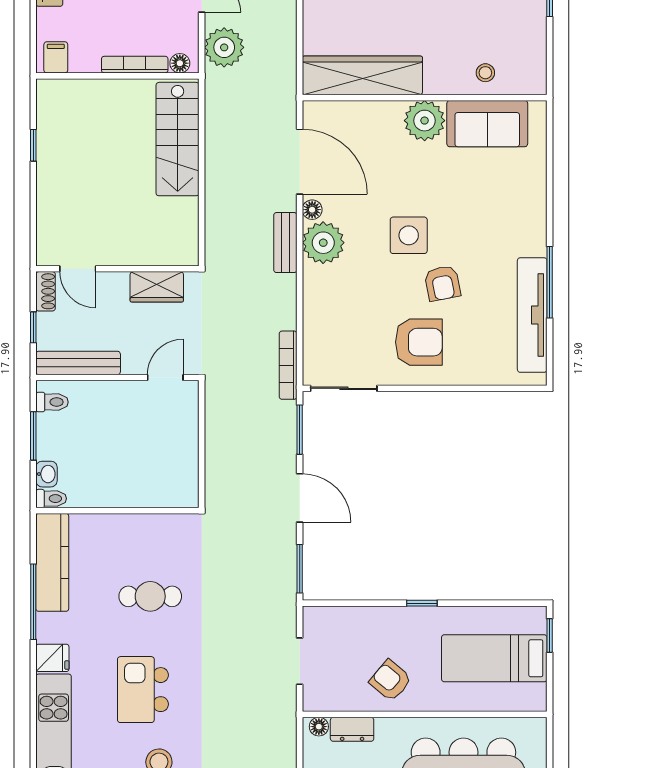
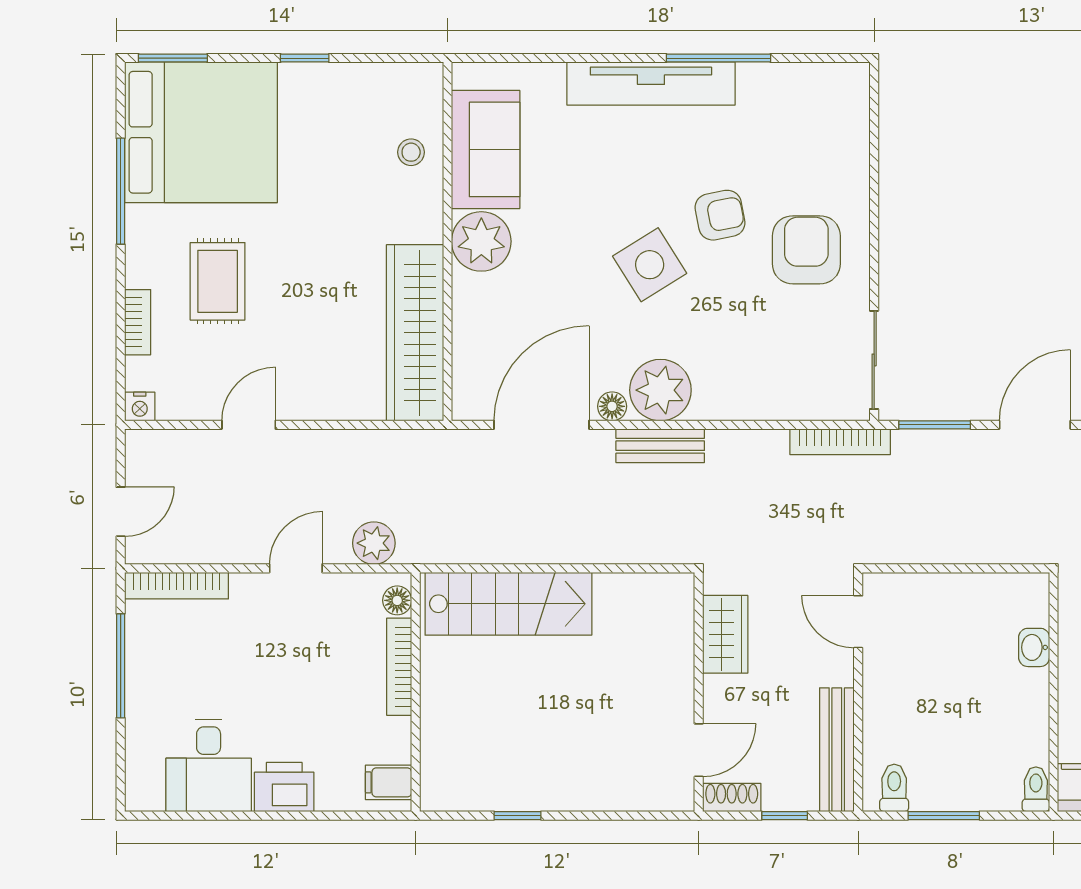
plant: (224, 47) -> (374, 543), width x0.73, depth x0.73
side table: (409, 235) -> (650, 265), turned -32
tv unit: (532, 315) -> (651, 84), moved
washbasin: (46, 474) -> (1034, 647), moved, turned -90

